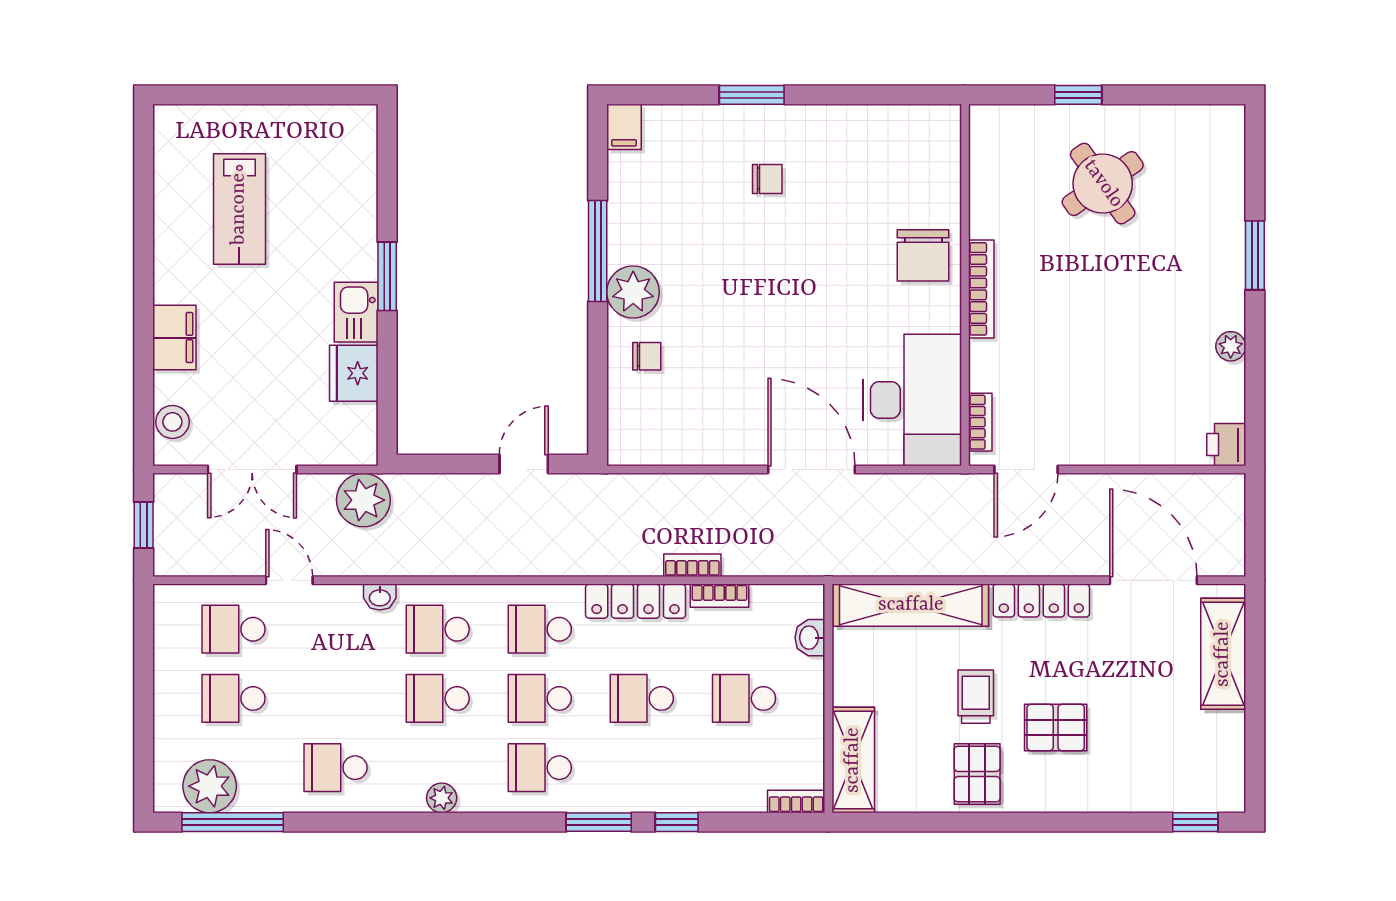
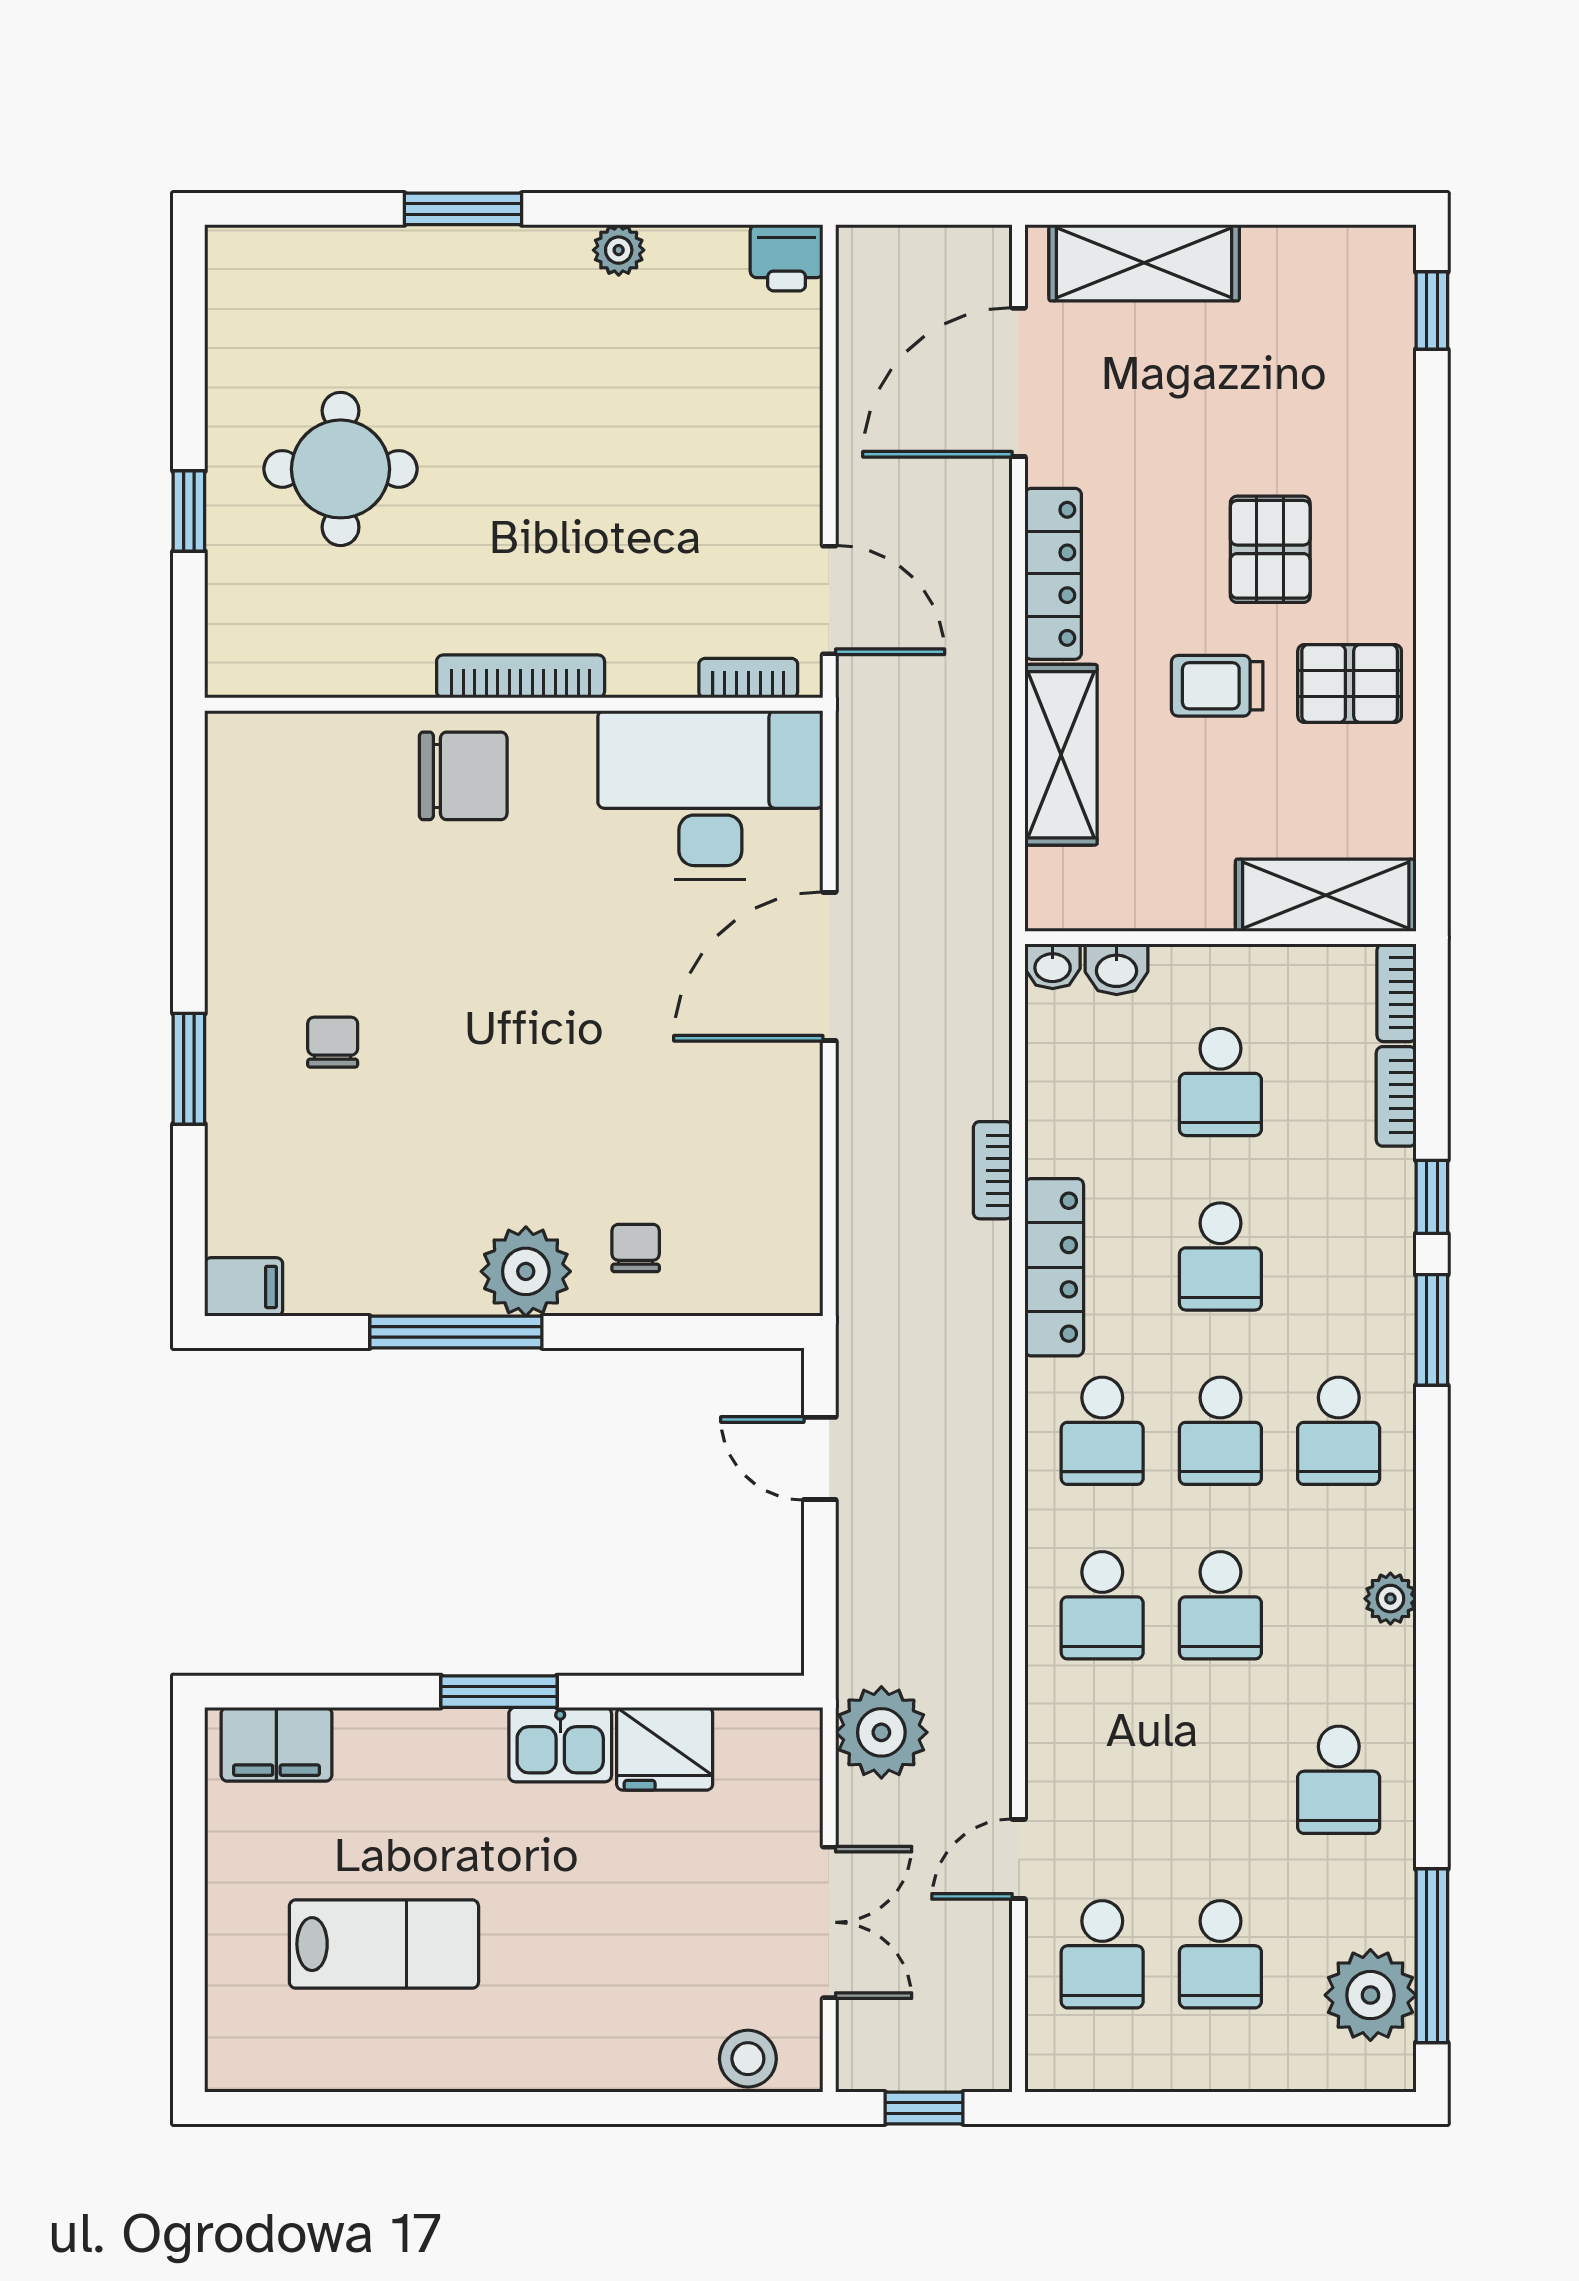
round table: (1103, 184) -> (341, 469), turned 35
filing cabinet: (174, 338) -> (276, 1744), moved, turned 180
bookcase: (719, 596) -> (1396, 1096), moved, turned 180
washbasin: (380, 597) -> (1053, 966), moved, turned 90
shelving: (911, 605) -> (1061, 755), width x0.68

